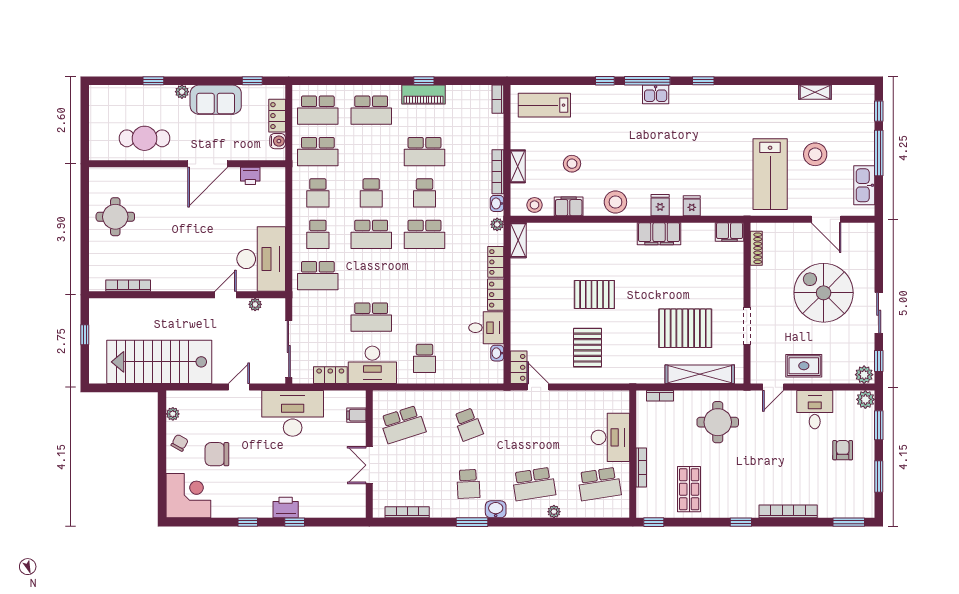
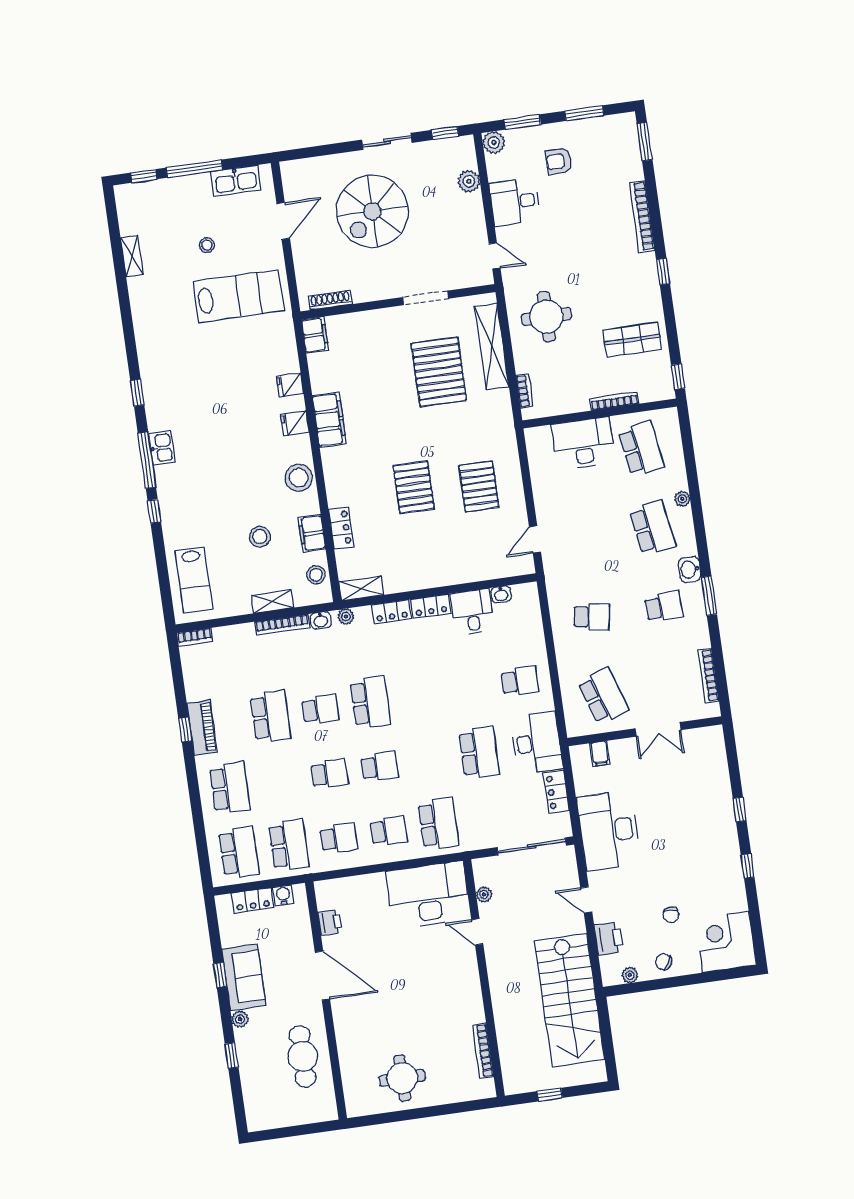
window: (252, 81) -> (220, 975), moved
stool: (815, 154) -> (207, 245), width x0.53, depth x0.53
school desk: (371, 234) -> (379, 767), width x0.54
pallet: (588, 348) -> (479, 486), turned 90
rug: (804, 366) -> (464, 223), removed
locker: (519, 367) -> (341, 528), moved, turned 90
plant: (864, 375) -> (469, 181), moved
school desk: (468, 424) -> (592, 617), turned 30
chair: (217, 454) -> (671, 915), width x0.54, depth x0.54
printer: (286, 508) -> (609, 938), moved, turned 180

